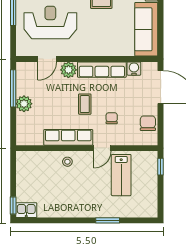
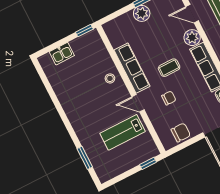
window: (13, 205) -> (84, 31), moved
kitchen sink: (26, 210) -> (62, 54), moved, turned 90
window: (108, 220) -> (85, 158), moved

